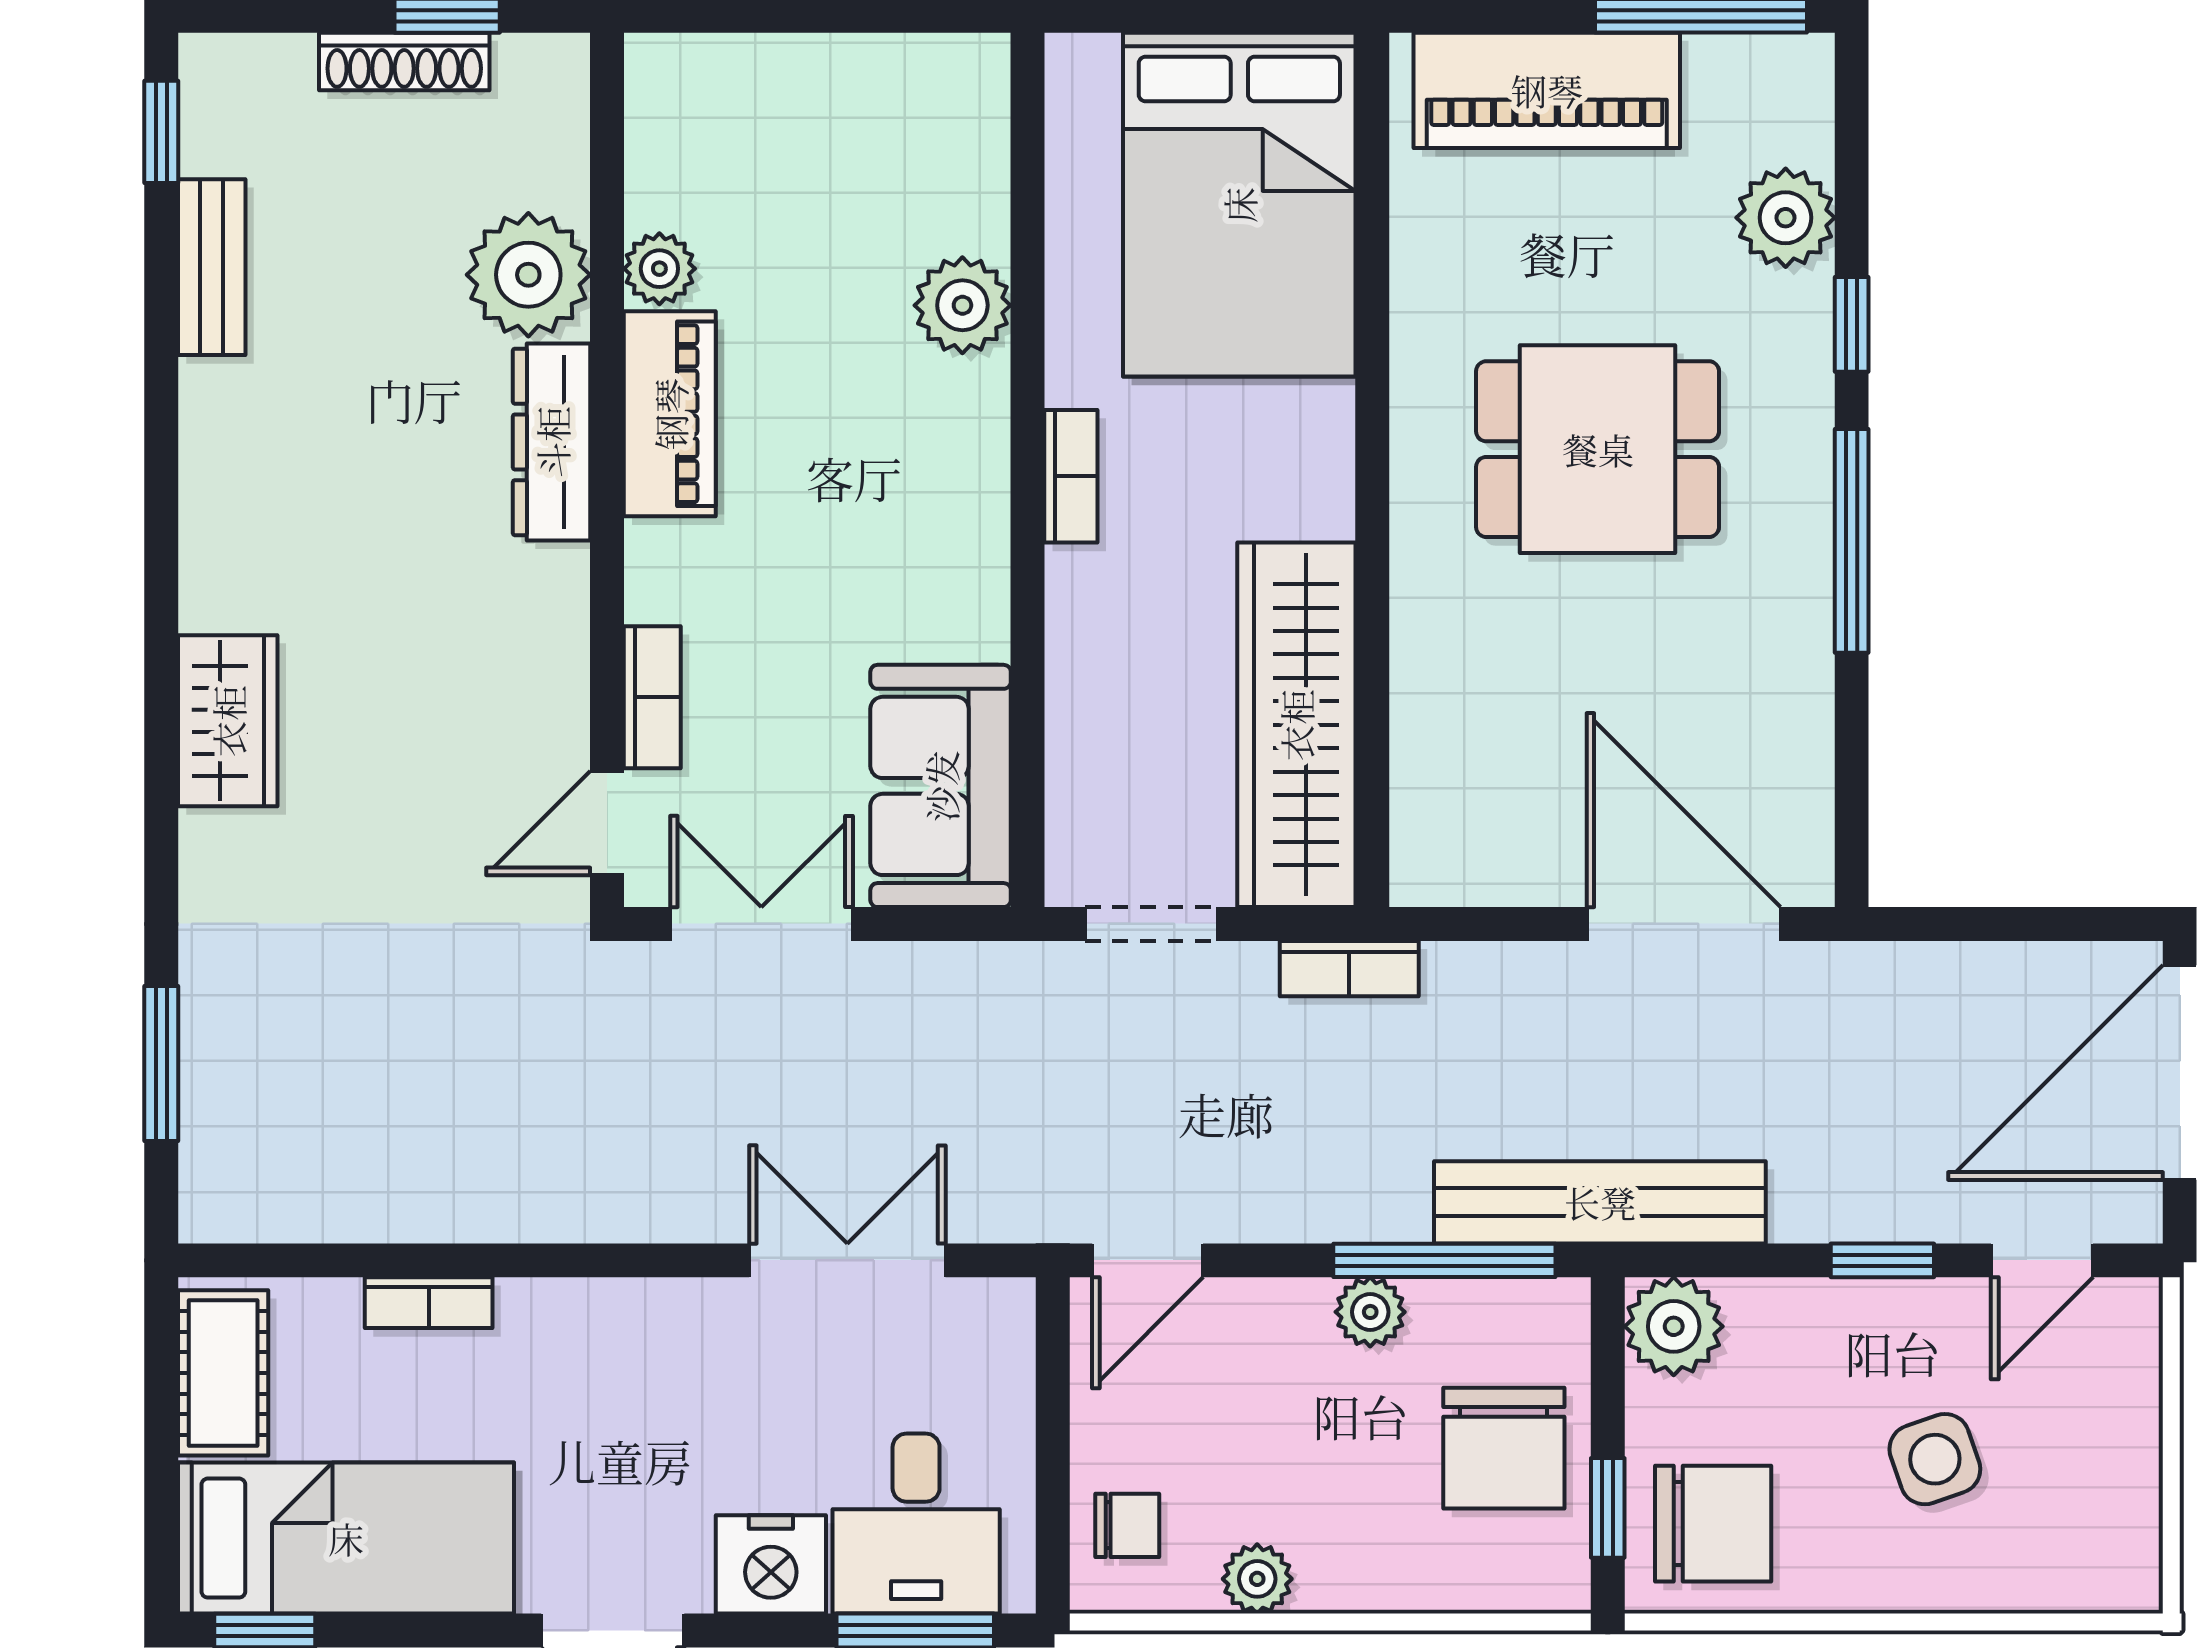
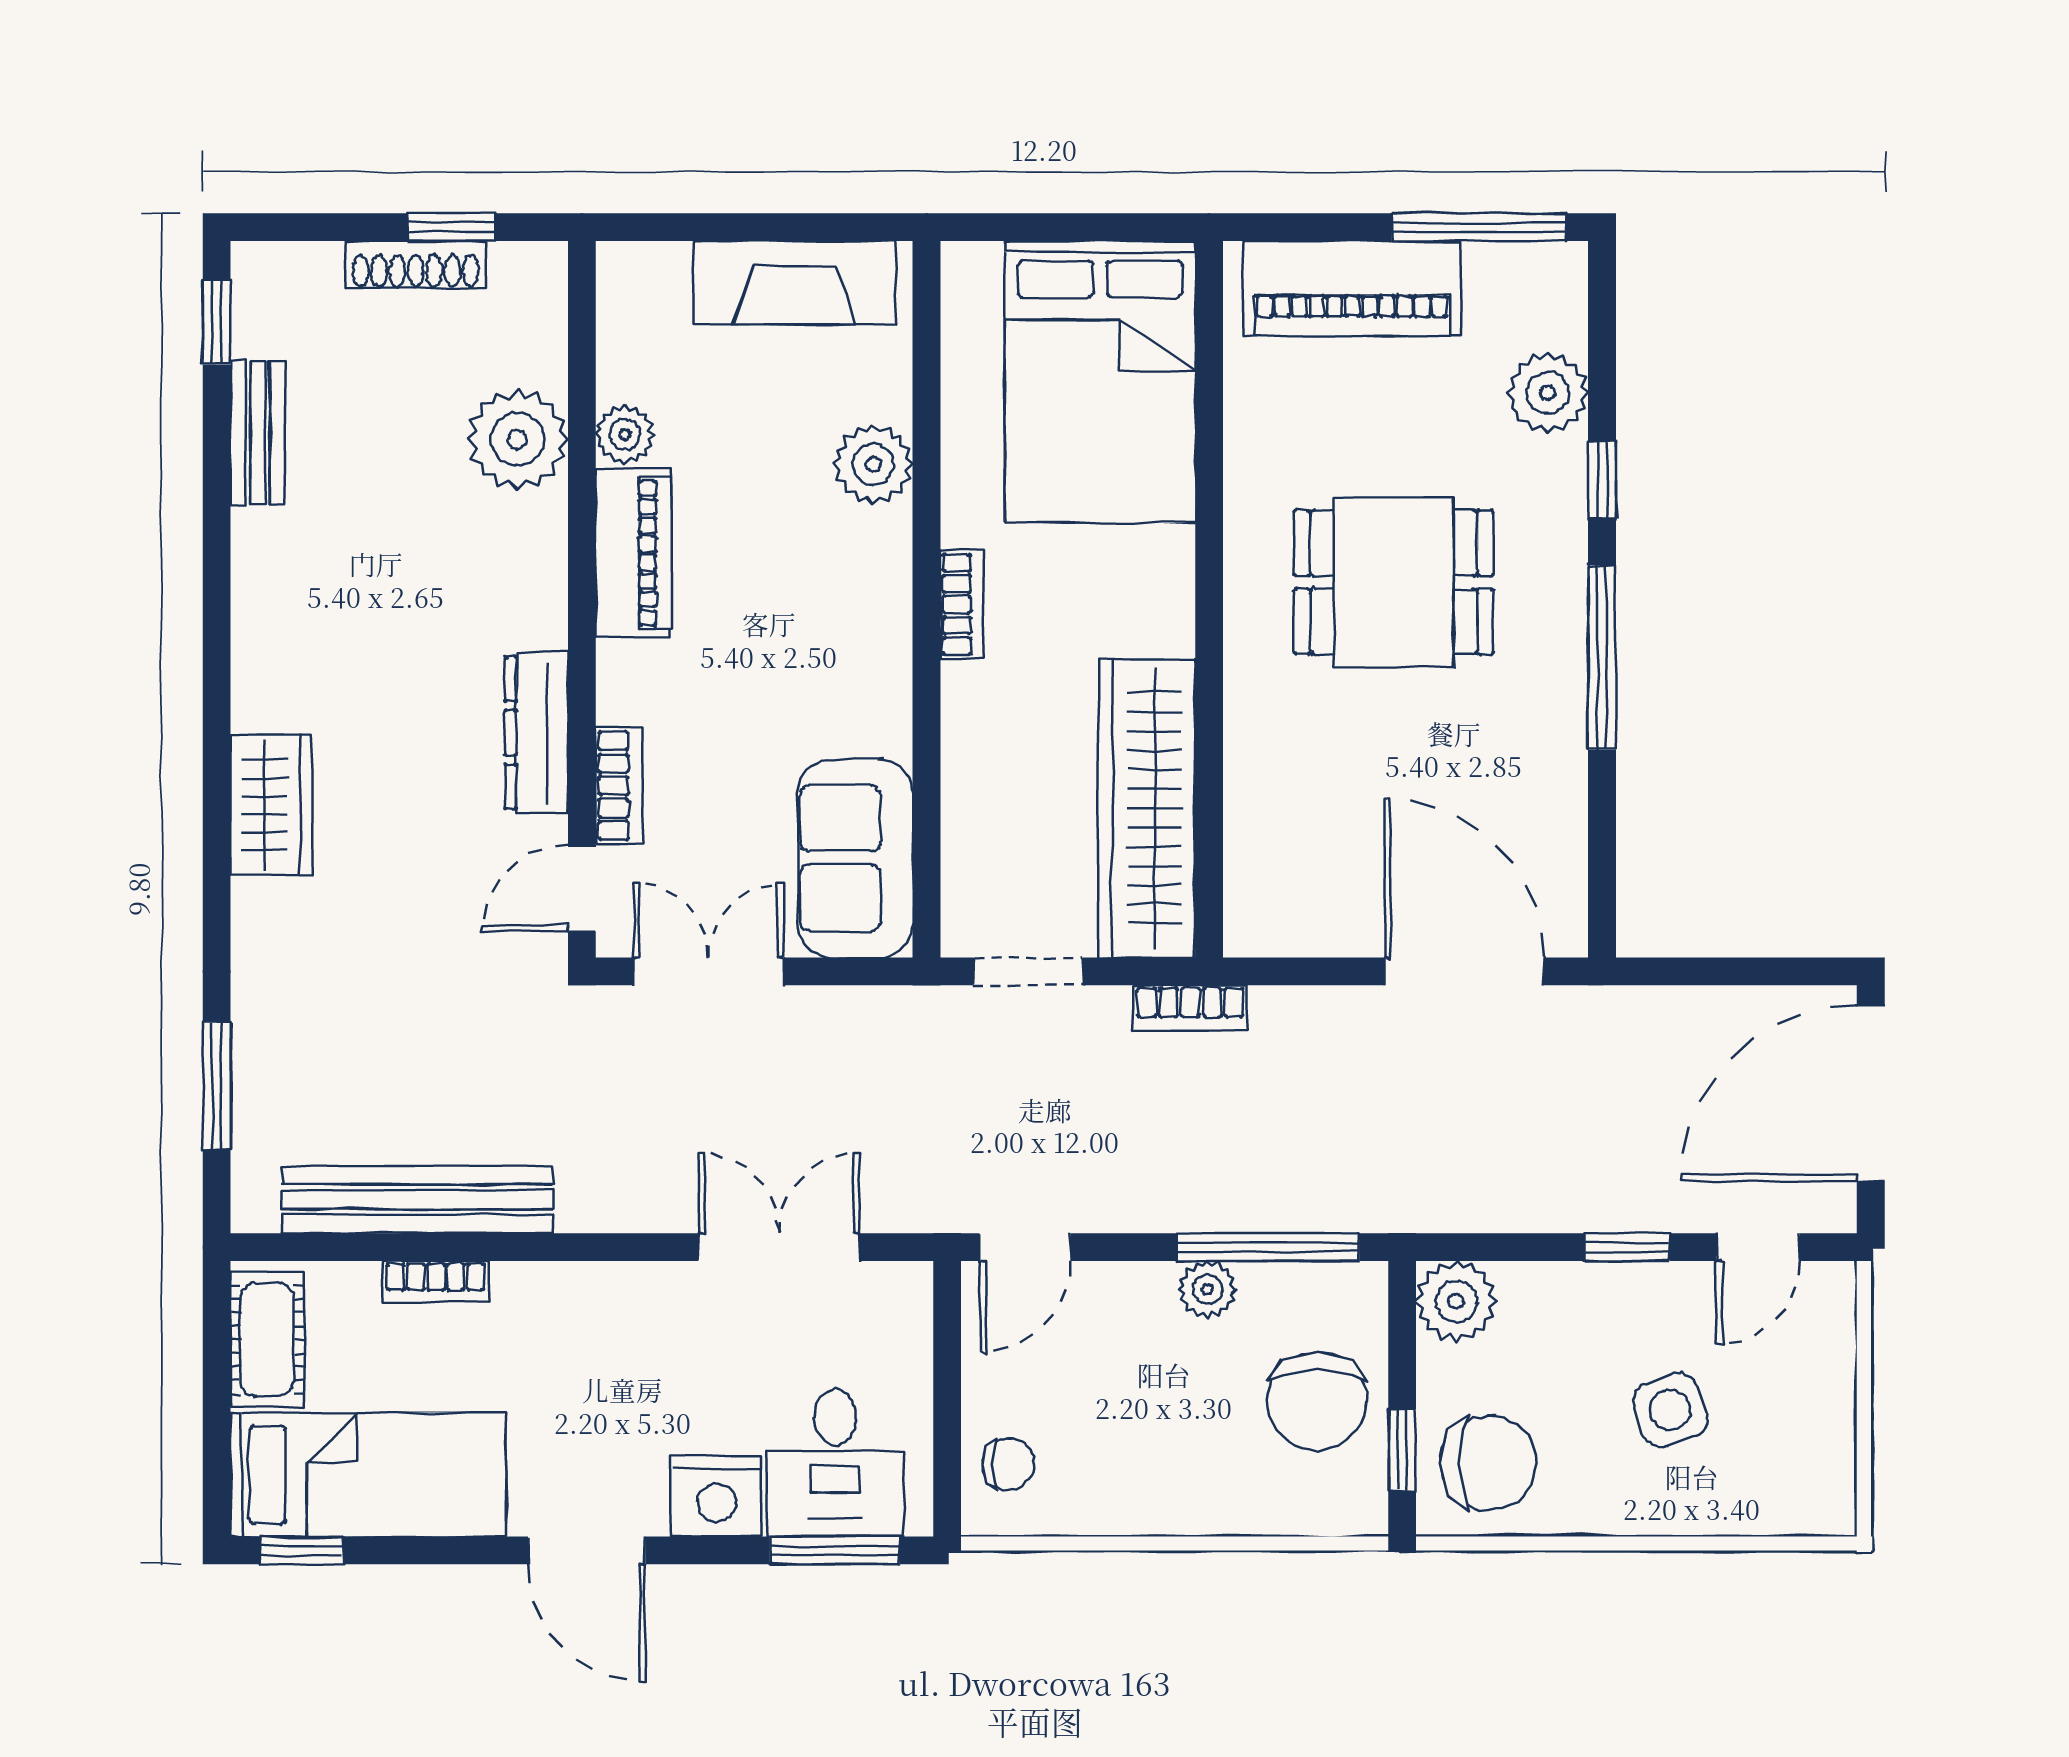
fireplace: (866, 83) -> (794, 283), added
dresser: (552, 442) -> (536, 733), moved
bench: (1600, 1202) -> (417, 1200), moved
plant: (1257, 1579) -> (1115, 1508), removed

